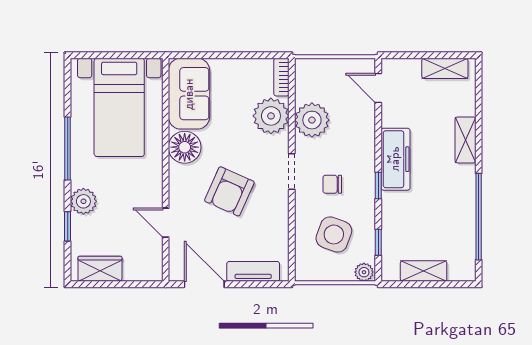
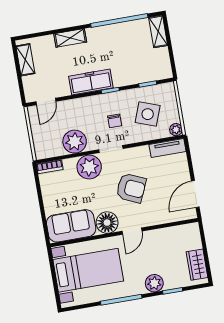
plant: (271, 116) -> (89, 167), moved
door: (166, 223) -> (132, 231), moved
tv unit: (253, 271) -> (167, 148), moved, turned -90
shelving: (424, 271) -> (158, 31), moved
plant: (364, 272) -> (176, 130), moved

